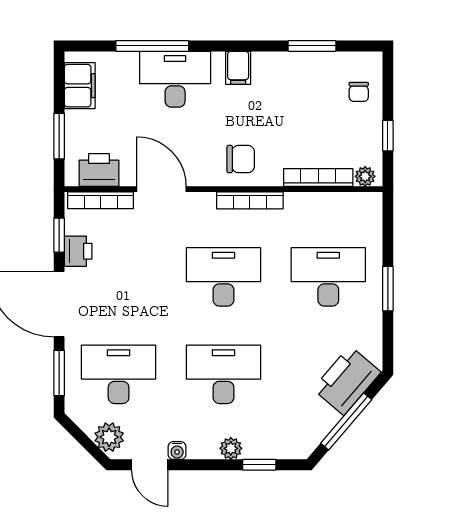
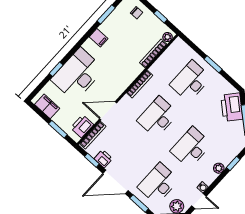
window: (152, 46) -> (56, 69), width x0.46
filing cabinet: (238, 68) -> (99, 38), moved
desk: (175, 79) -> (78, 74), width x1.36, depth x1.30
chair: (241, 159) -> (123, 74), removed

